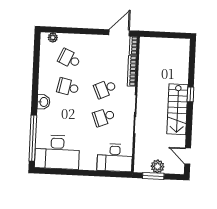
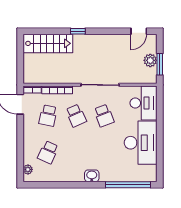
school desk: (68, 87) -> (48, 116), moved
stairs: (177, 109) -> (48, 43), moved
desk: (57, 152) -> (141, 143), moved

